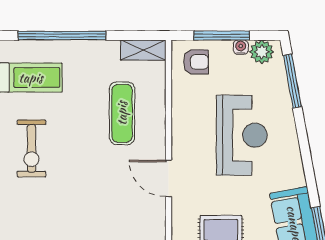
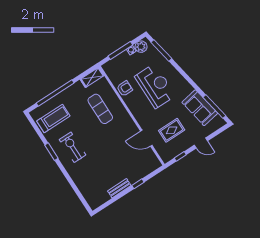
armchair: (196, 62) -> (125, 88), moved
exercise bike: (31, 148) -> (73, 147), turned 180
door: (169, 178) -> (146, 138), moved

